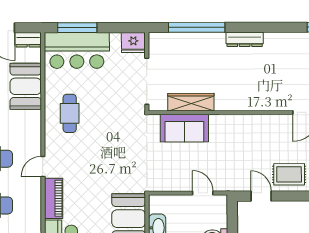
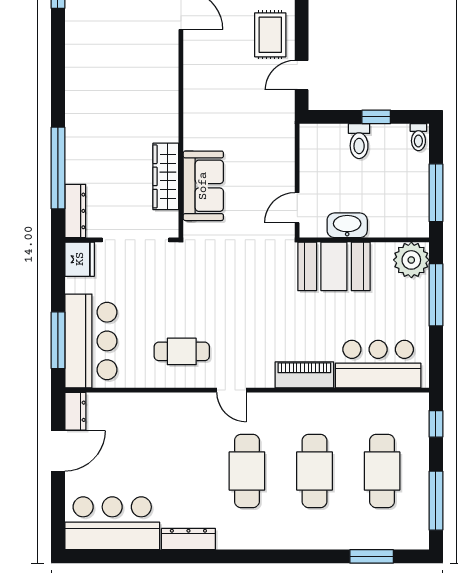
dresser: (245, 39) -> (75, 211), moved
booth: (26, 86) -> (143, 415), removed
door: (43, 166) -> (231, 390), moved
door: (203, 193) -> (297, 208), moved

